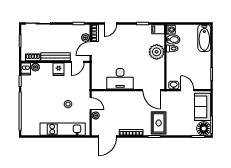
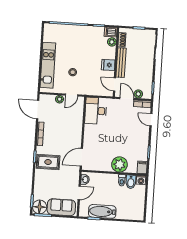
bathtub: (204, 38) -> (102, 211), moved
desk: (120, 79) -> (96, 111), moved

